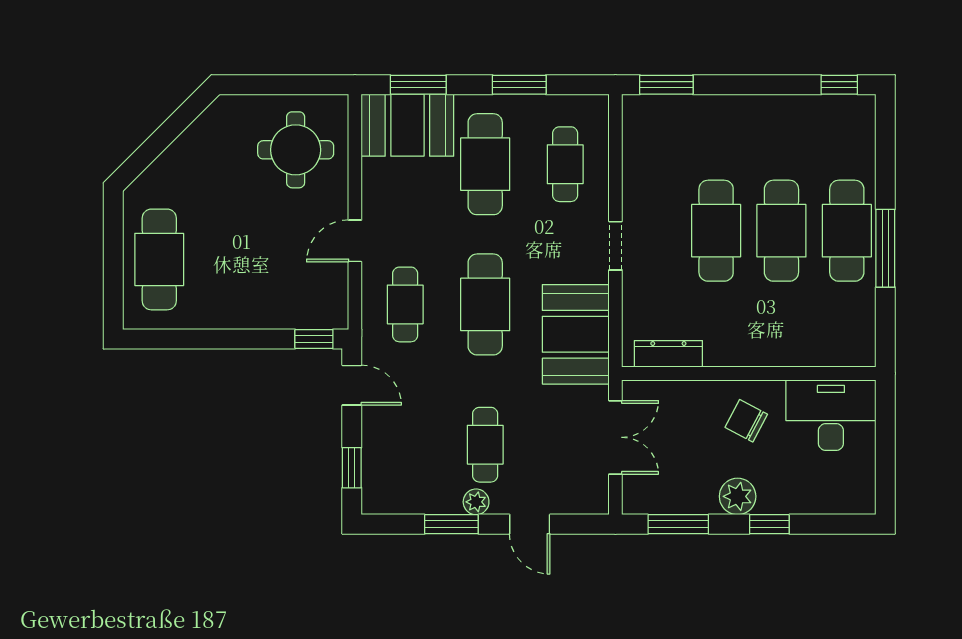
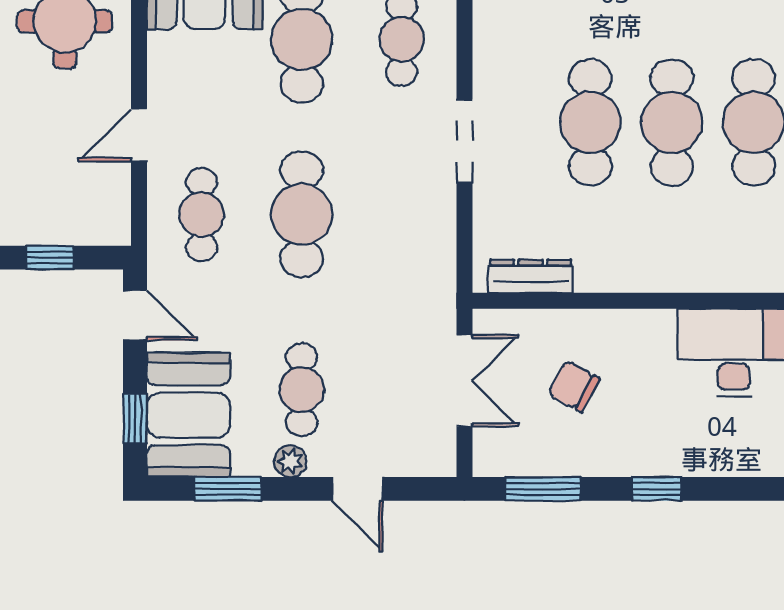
doorway: (615, 246) -> (464, 141), width x1.38
booth: (576, 334) -> (188, 415), moved
window: (314, 339) -> (50, 258), moved
chair: (746, 421) -> (574, 386), moved
plant: (738, 496) -> (617, 454), removed
window: (451, 524) -> (228, 489), moved

